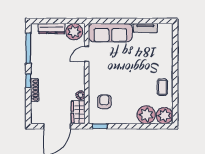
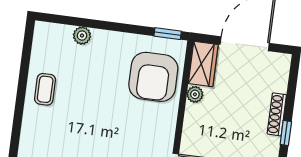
armchair: (104, 102) -> (153, 77), width x1.88, depth x1.88
plant: (146, 115) -> (82, 36), width x0.53, depth x0.53
plant: (164, 116) -> (48, 37), removed

